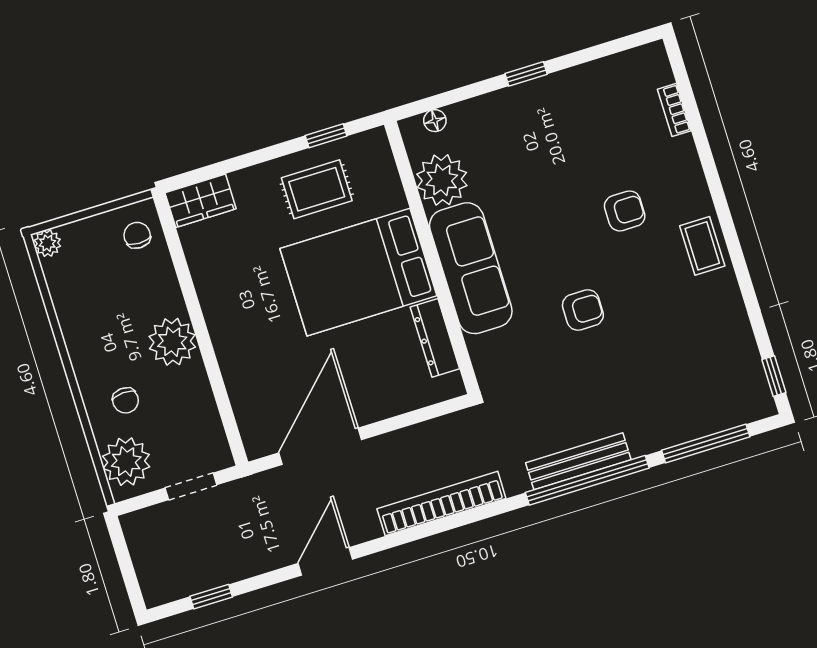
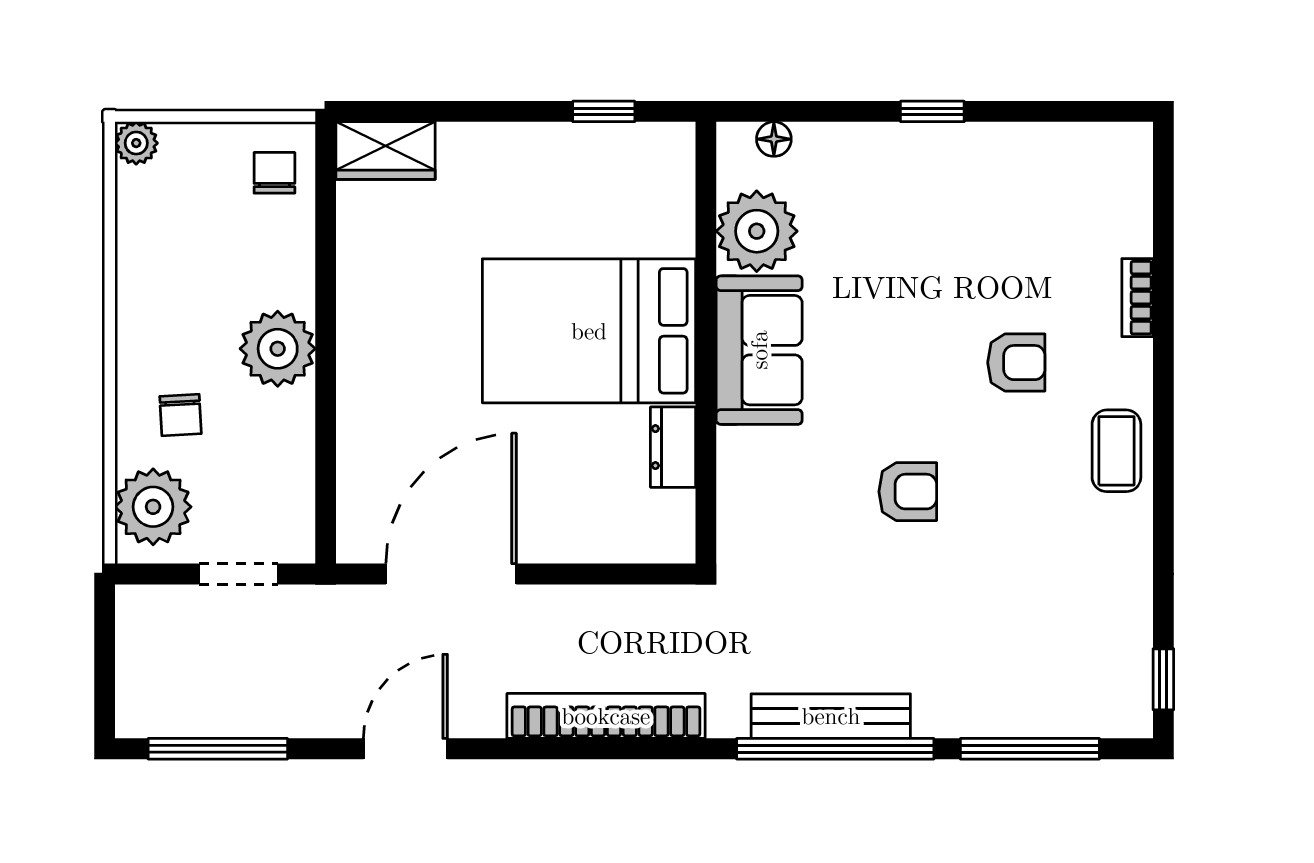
bookcase: (674, 110) -> (1137, 298), moved
rug: (317, 189) -> (565, 187), removed
sofa: (471, 268) -> (759, 350), width x0.73
dresser: (435, 338) -> (673, 447), width x0.70
window: (211, 597) -> (218, 749), width x2.17

